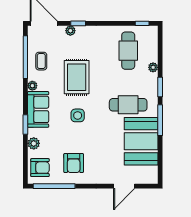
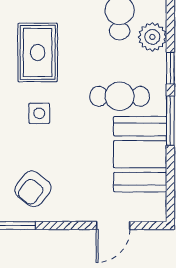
plant: (153, 67) -> (152, 37), width x1.87, depth x1.87
armchair: (74, 163) -> (33, 189), turned 38

